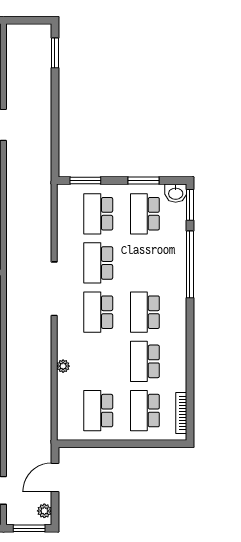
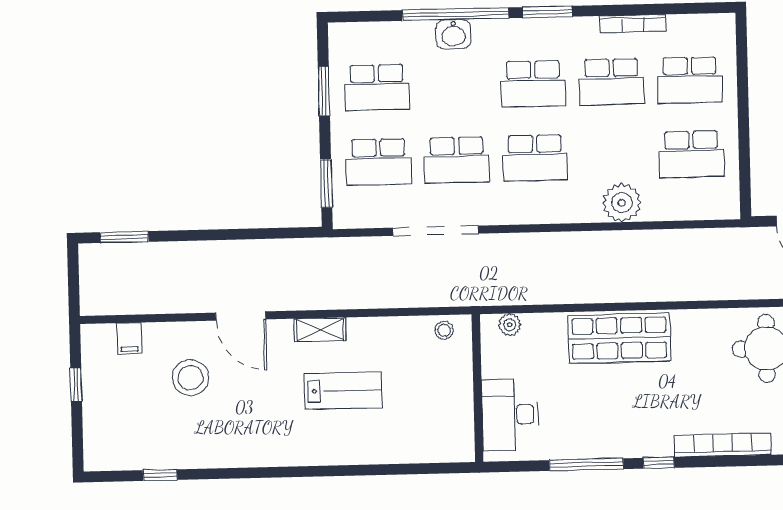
washbasin: (176, 193) -> (453, 34), moved, turned 90
window: (190, 205) -> (547, 12), moved
doorway: (54, 289) -> (436, 231), moved
plant: (63, 366) -> (622, 203), width x1.88, depth x1.88
bookcase: (181, 413) -> (633, 24), moved

